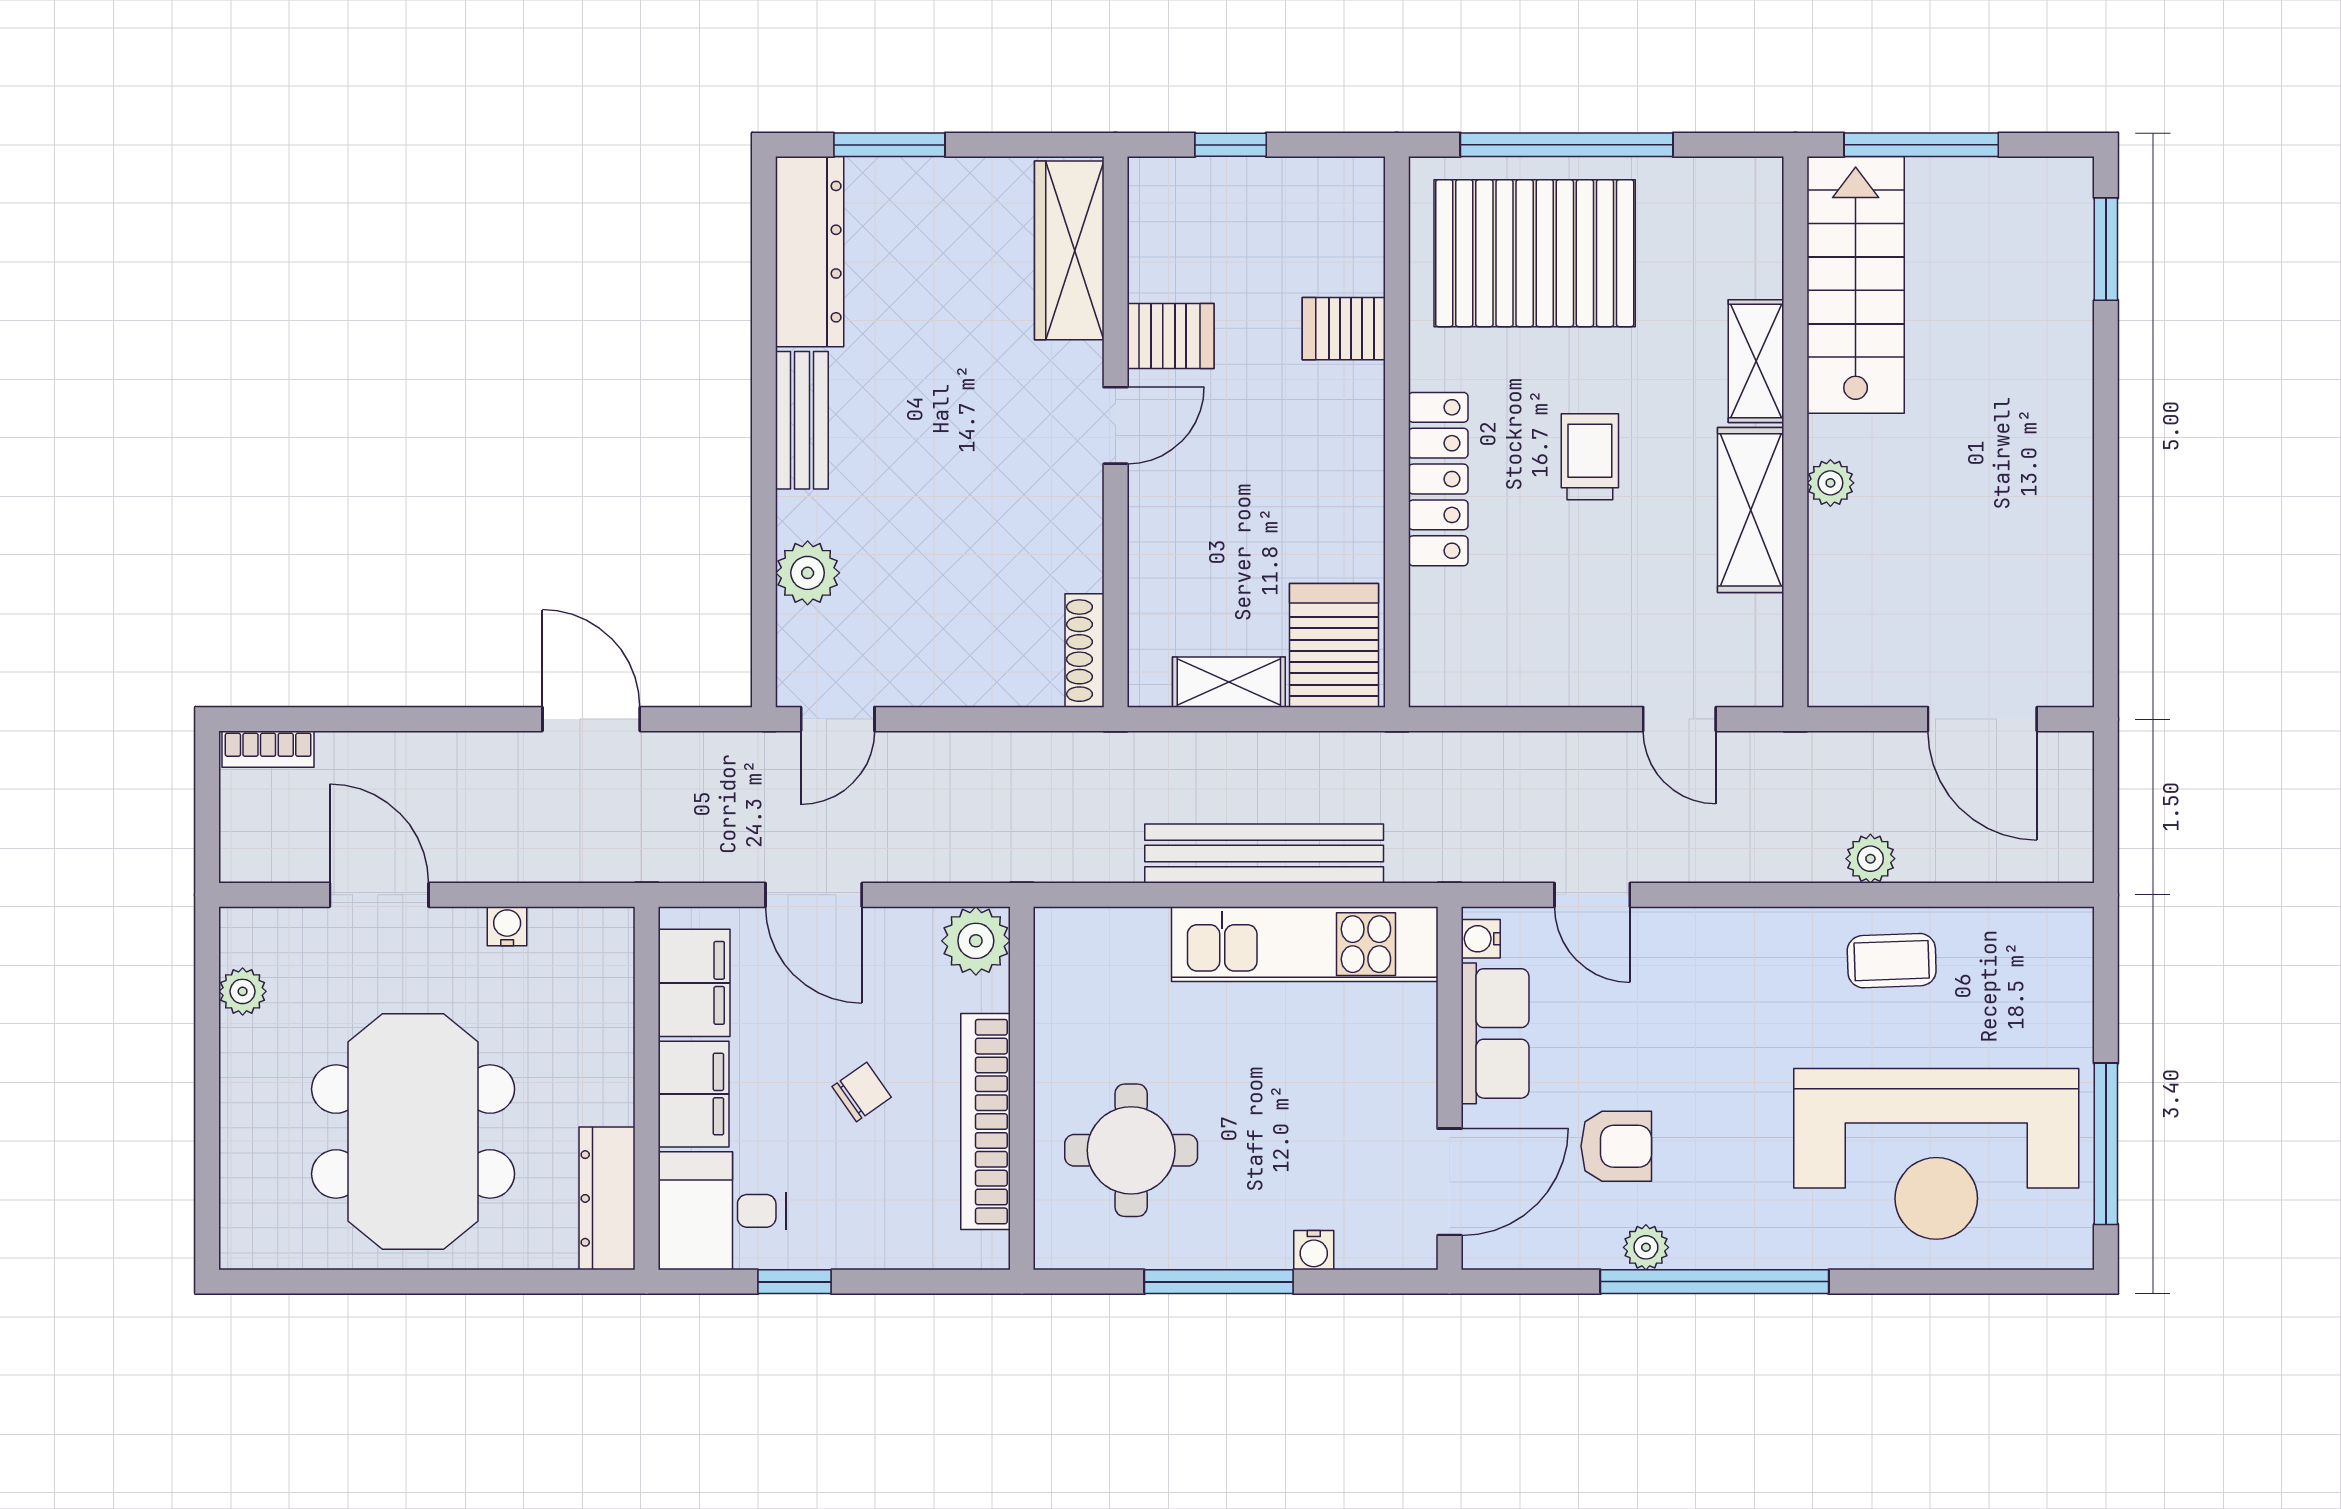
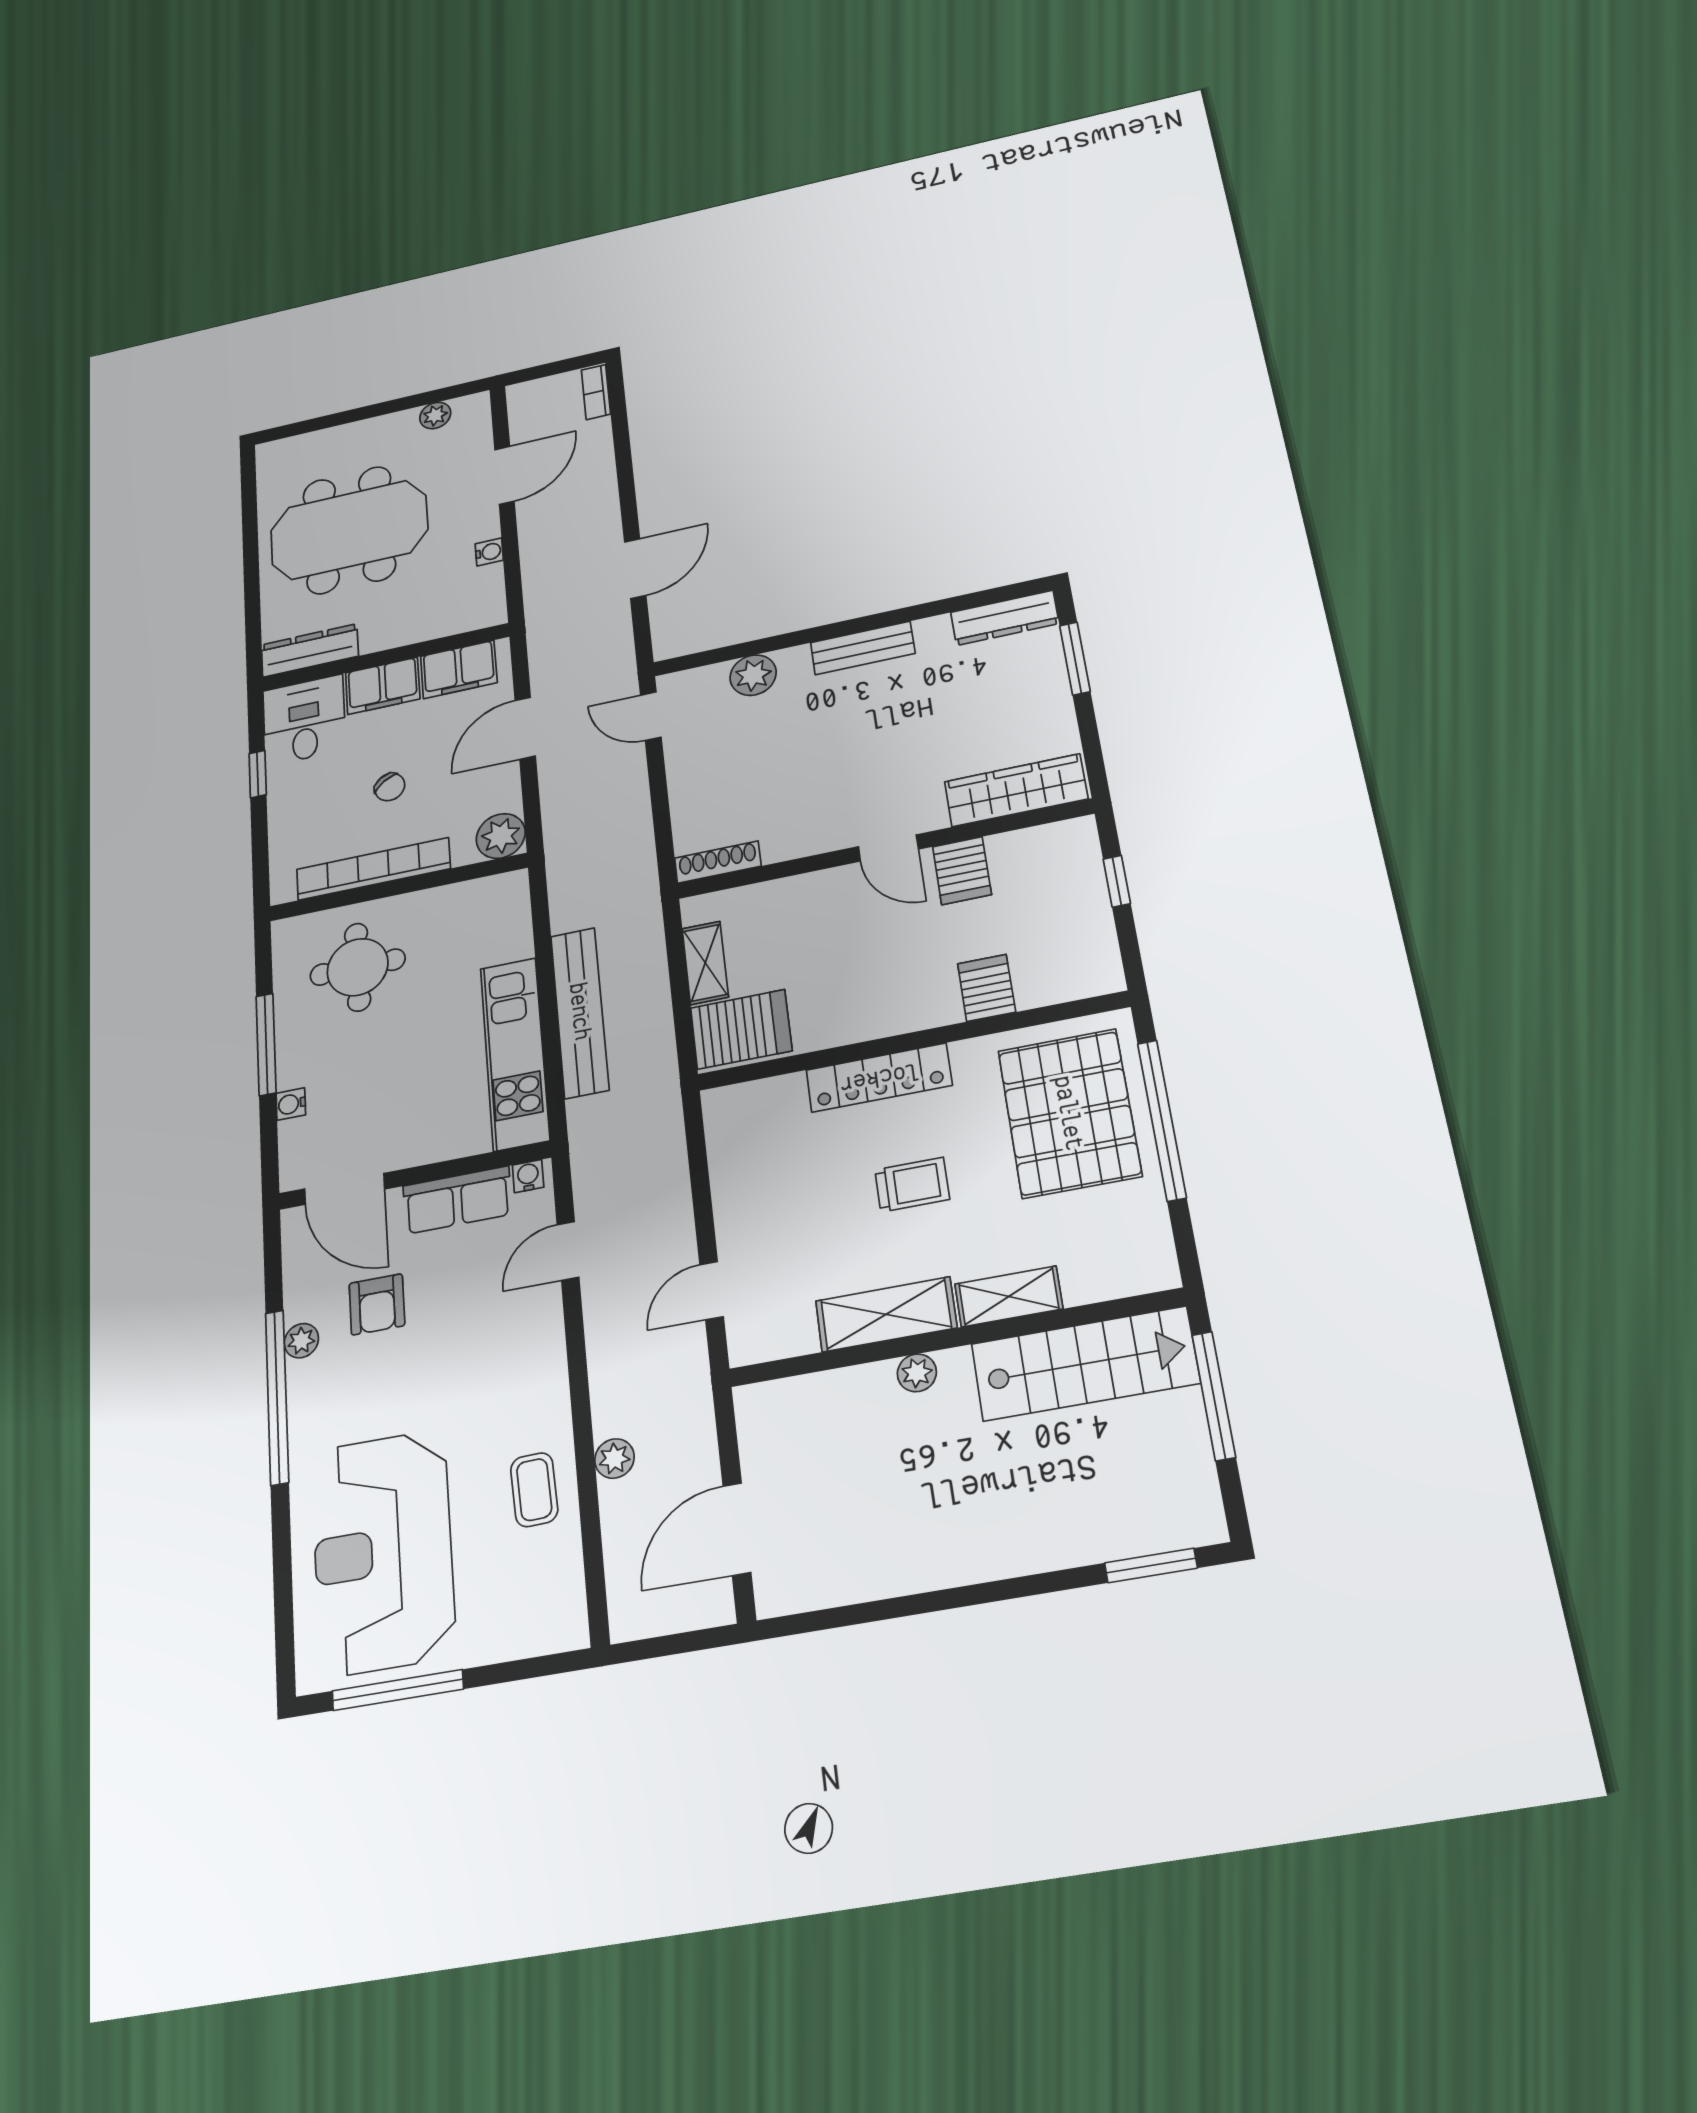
dresser: (810, 252) -> (1005, 618), width x0.73, depth x0.80

